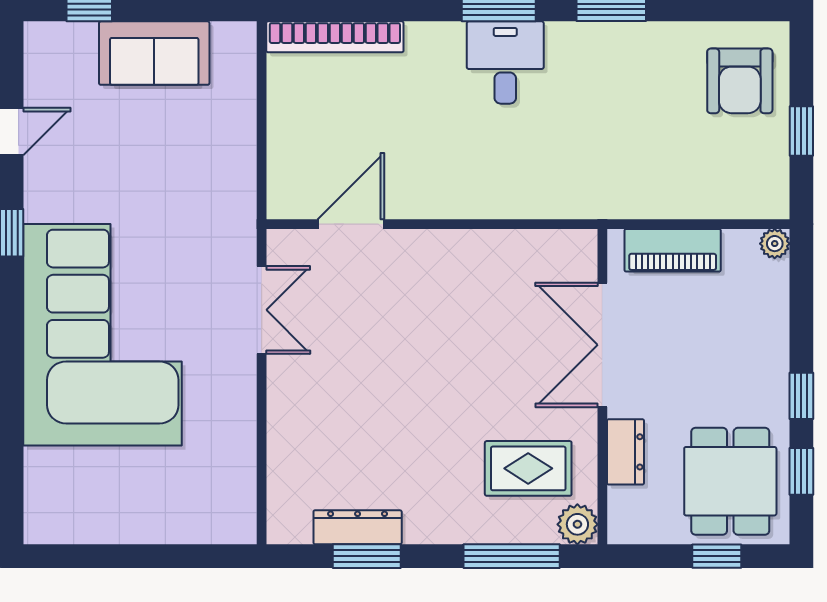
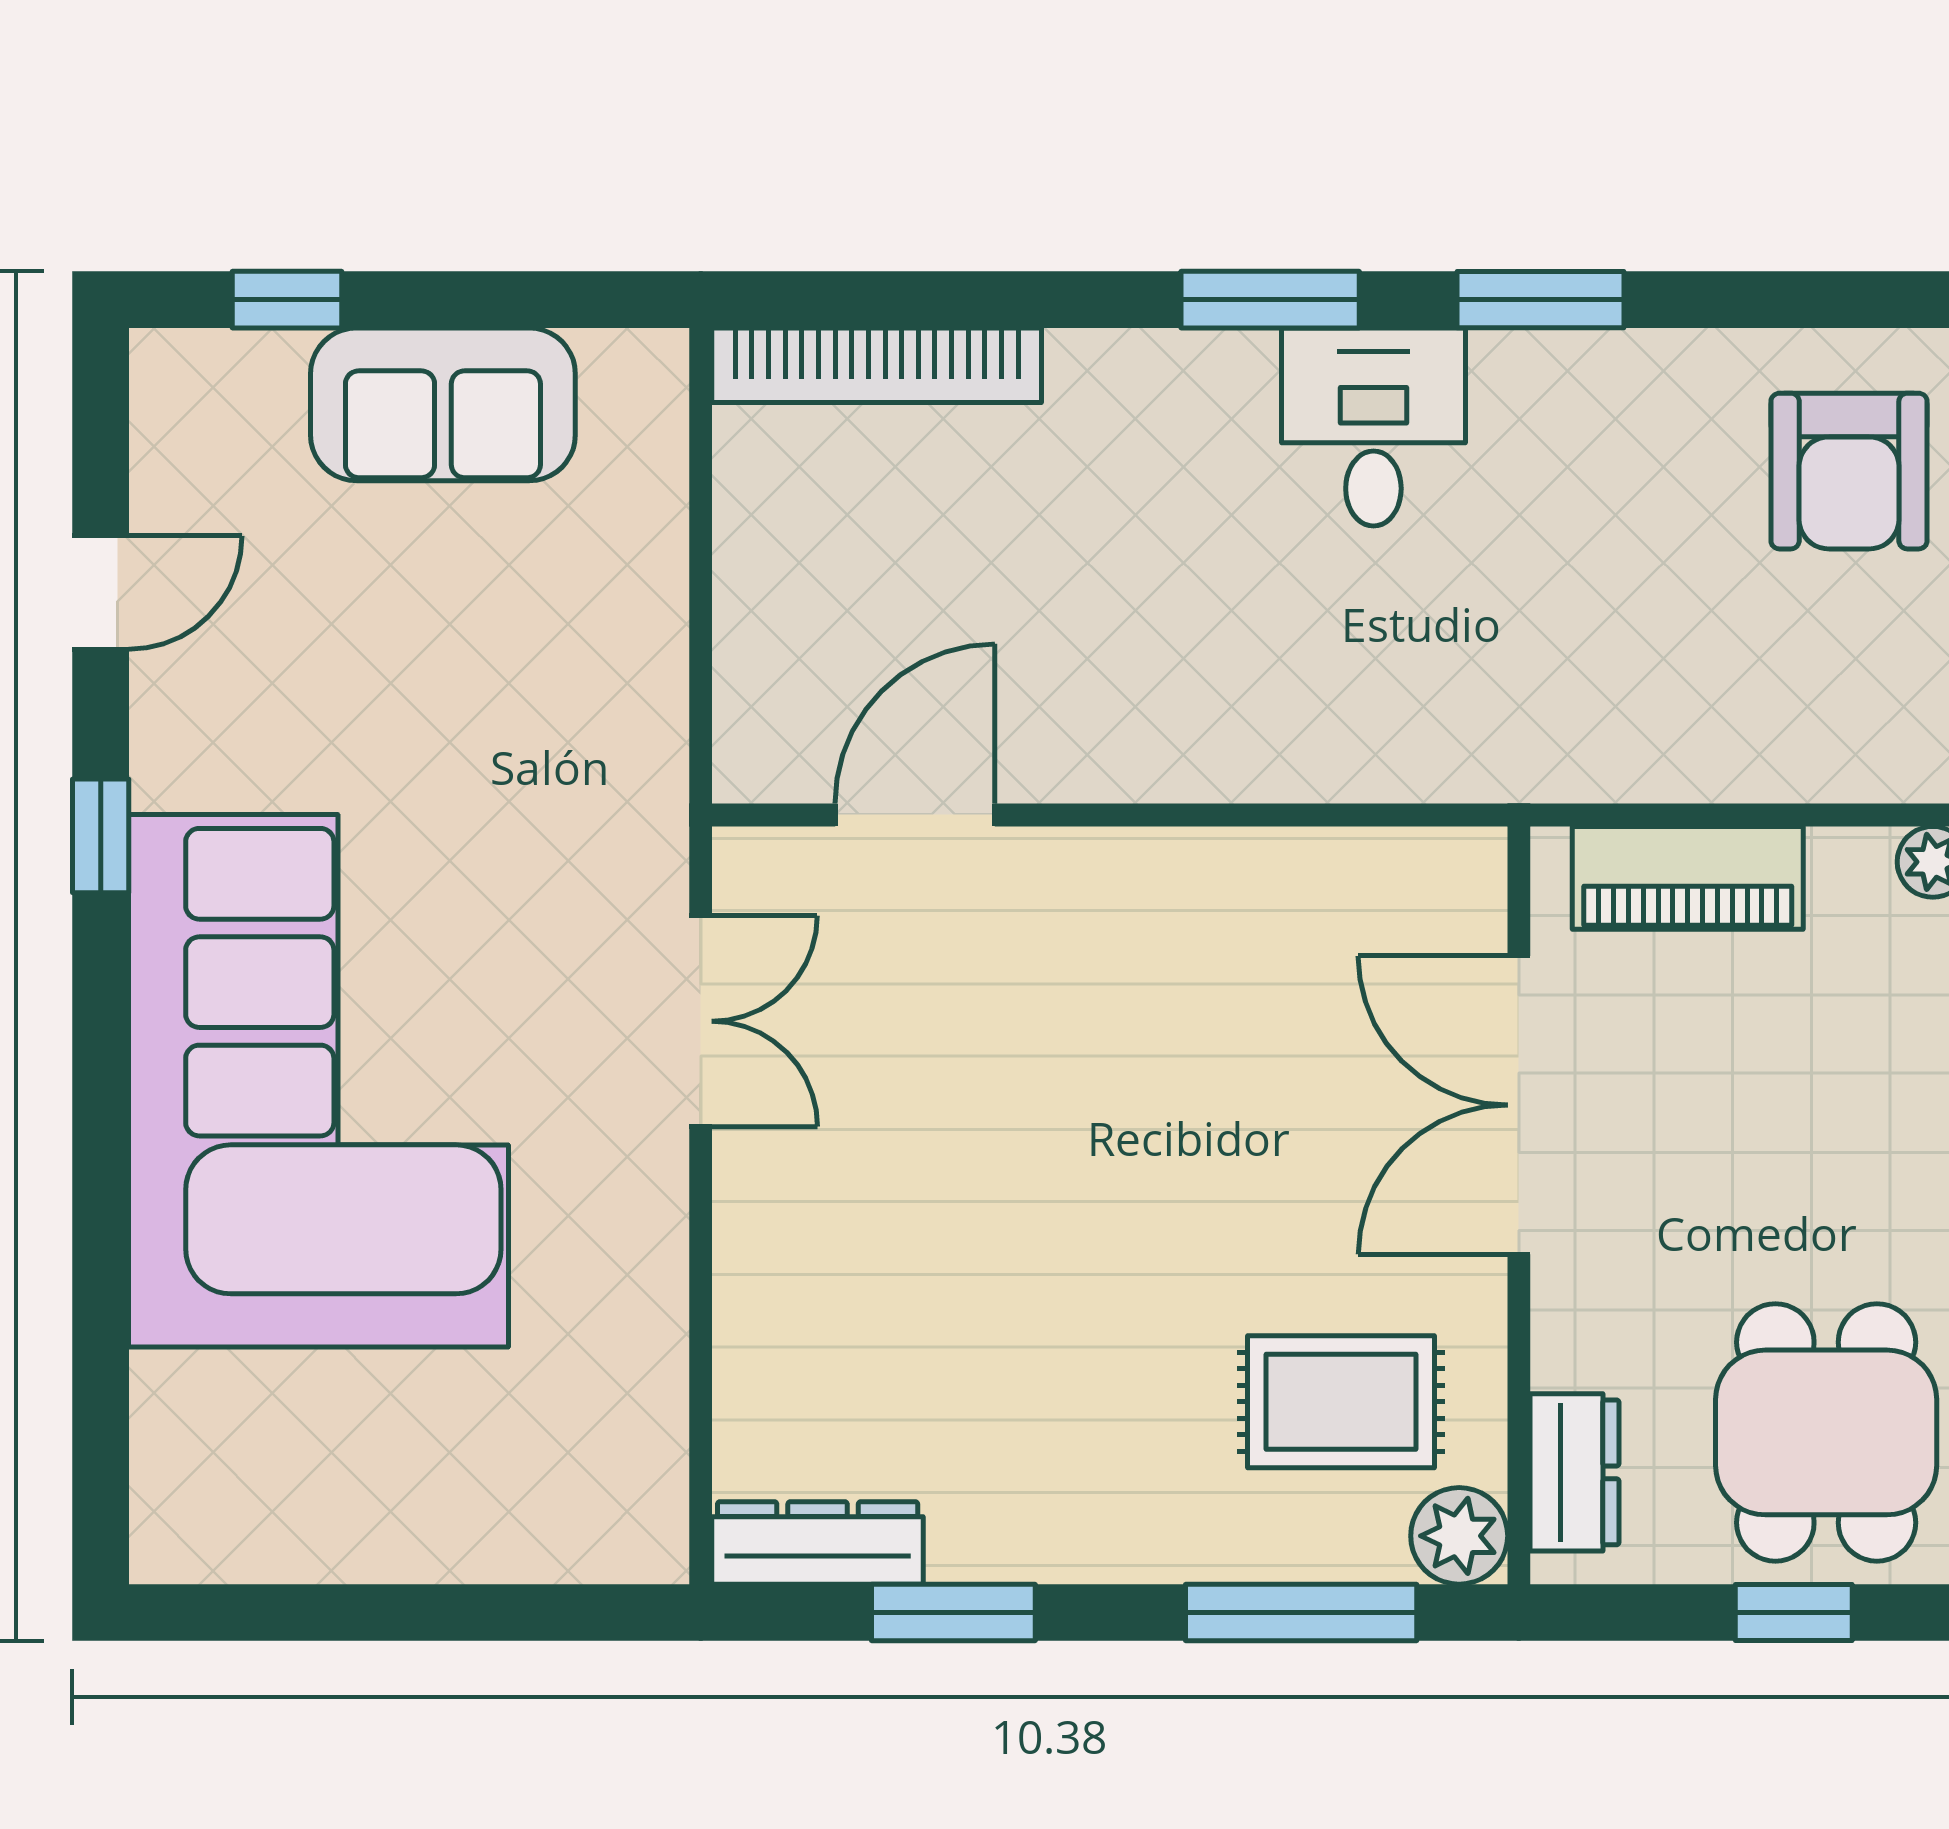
desk: (505, 63) -> (1373, 427), moved
dresser: (625, 452) -> (1575, 1472), moved
dresser: (358, 527) -> (818, 1543), moved

